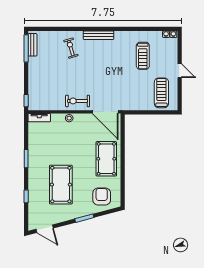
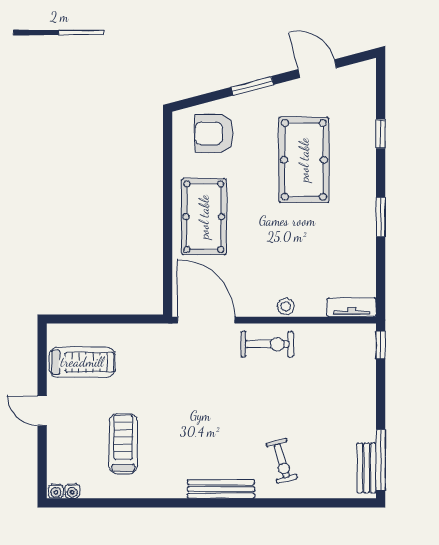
treadmill: (161, 93) -> (82, 362), turned -90
armchair: (102, 197) -> (214, 133), turned 90
door: (45, 229) -> (317, 69), moved

